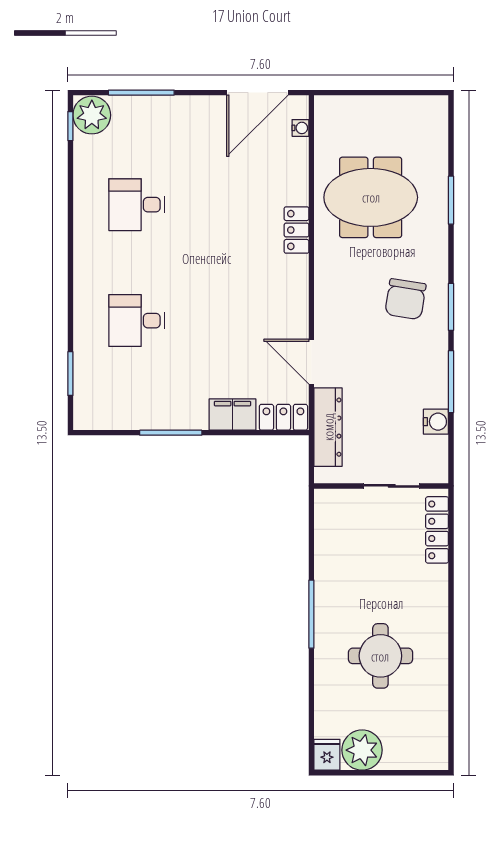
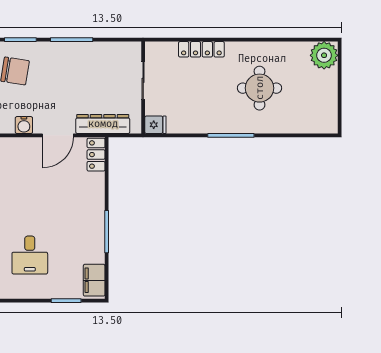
filing cabinet: (232, 415) -> (94, 280), moved
water cooler: (436, 422) -> (24, 125), moved, turned 180
locker: (437, 530) -> (201, 49), moved
plant: (362, 750) -> (324, 55), moved
fridge: (327, 755) -> (155, 125), moved, turned 180

